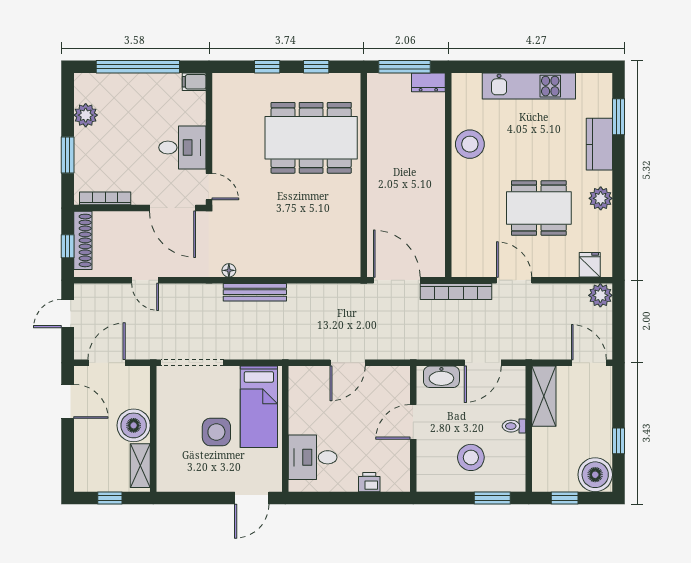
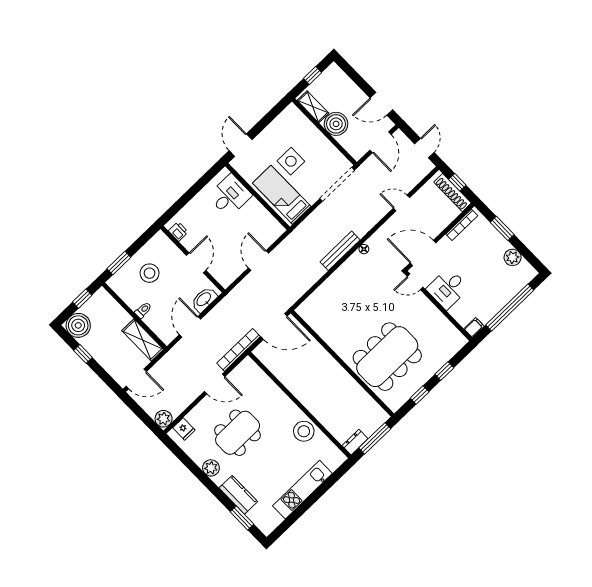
printer: (369, 482) -> (178, 231), moved, turned -90

